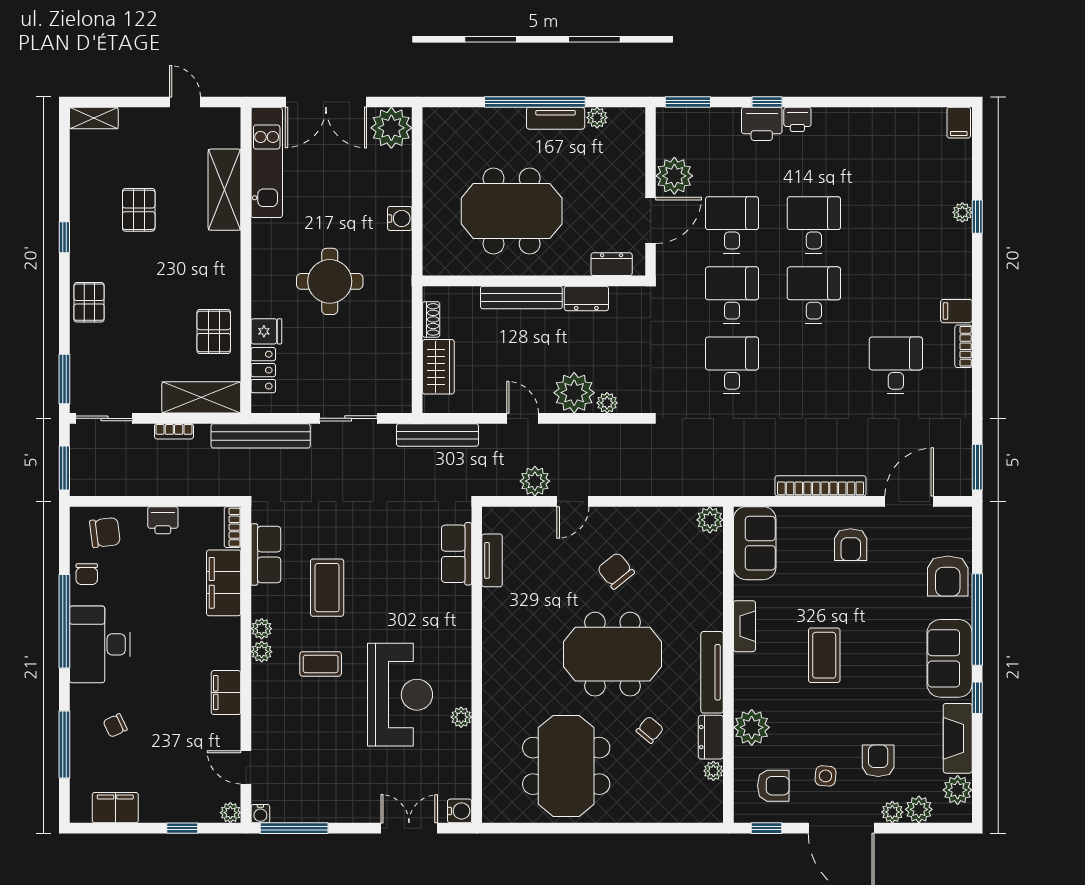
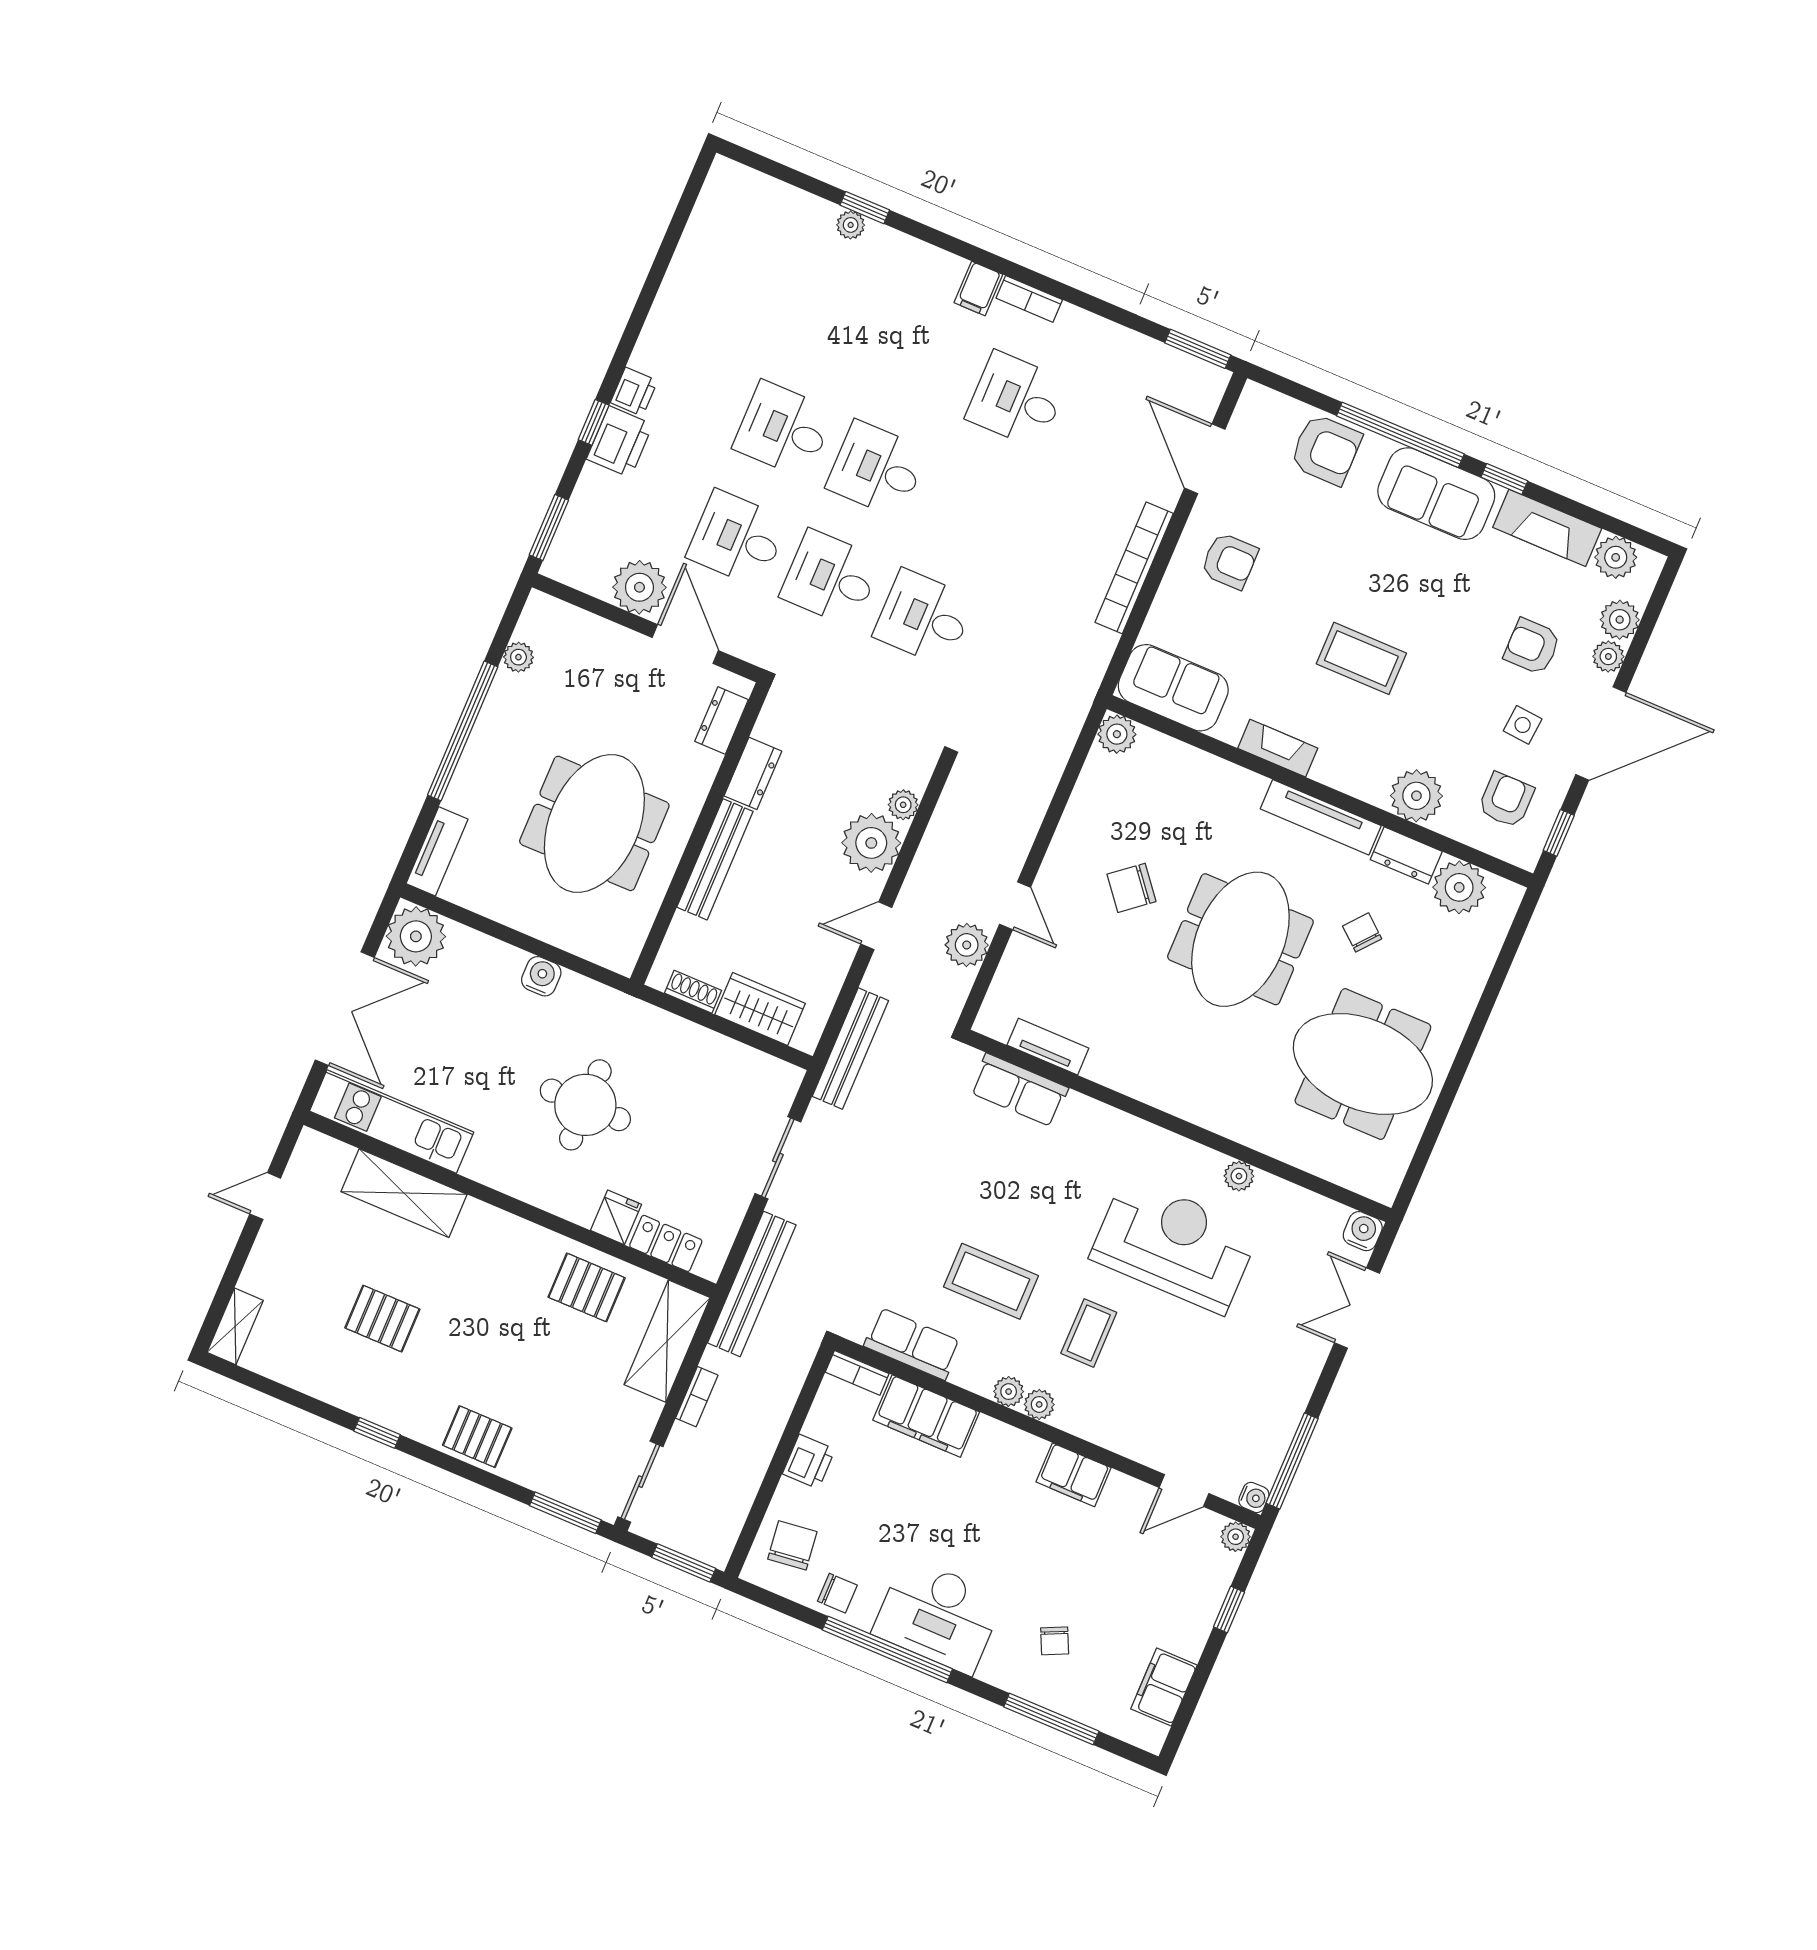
tv unit: (556, 118) -> (437, 851), moved
filing cabinet: (959, 123) -> (729, 179), removed
plant: (713, 771) -> (1459, 887), width x1.87, depth x1.87

